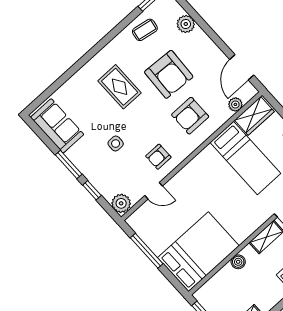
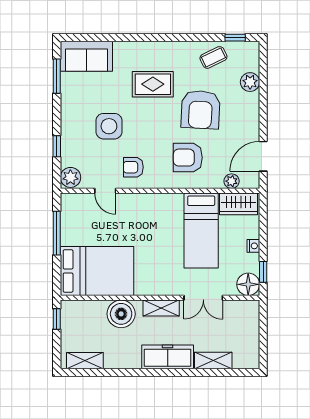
coffee table: (145, 30) -> (213, 57), turned -36
rug: (120, 87) -> (153, 84), turned 90
sofa: (57, 126) -> (86, 56), moved, turned 90
side table: (116, 144) -> (109, 126), width x1.87, depth x1.87
window: (69, 165) -> (57, 76), moved
boiler: (238, 262) -> (121, 314), width x1.86, depth x1.86

